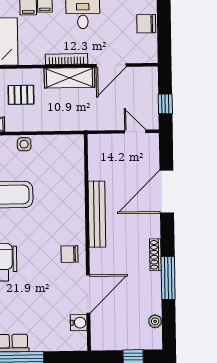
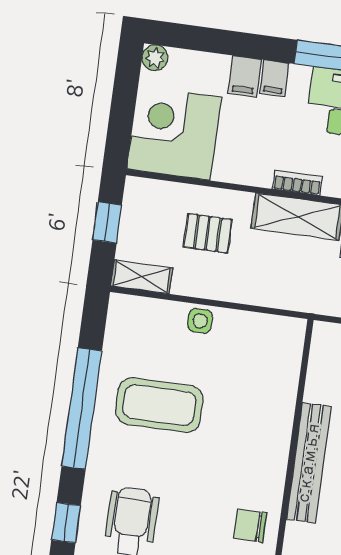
bookcase: (67, 59) -> (297, 183), width x0.64

